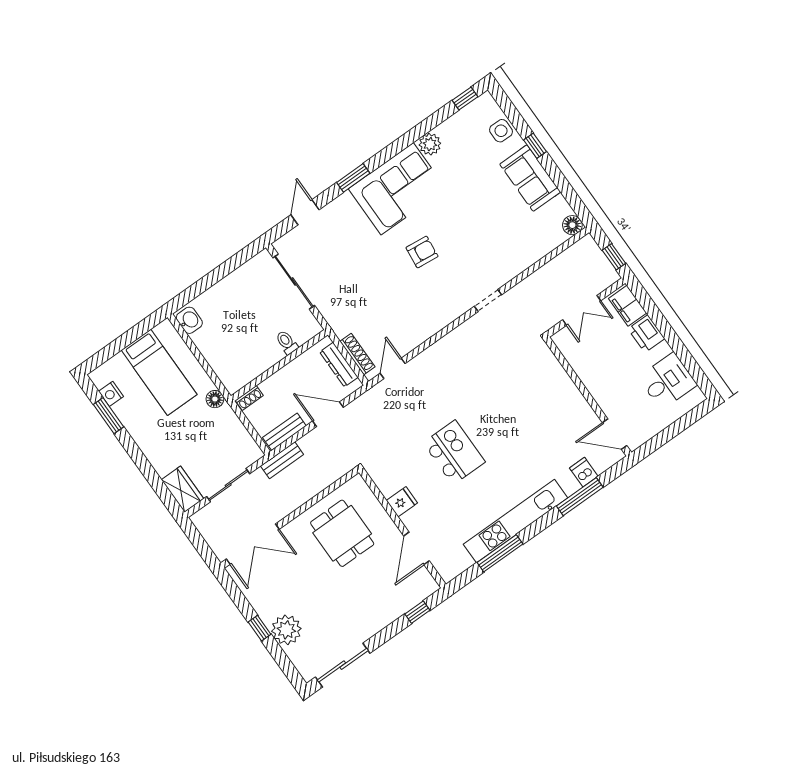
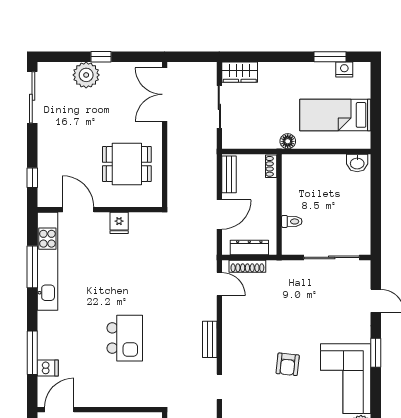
kitchen island: (454, 452) -> (125, 338), moved, turned -90
bench: (282, 460) -> (210, 339), moved
kitchen unit: (515, 521) -> (47, 261), moved

